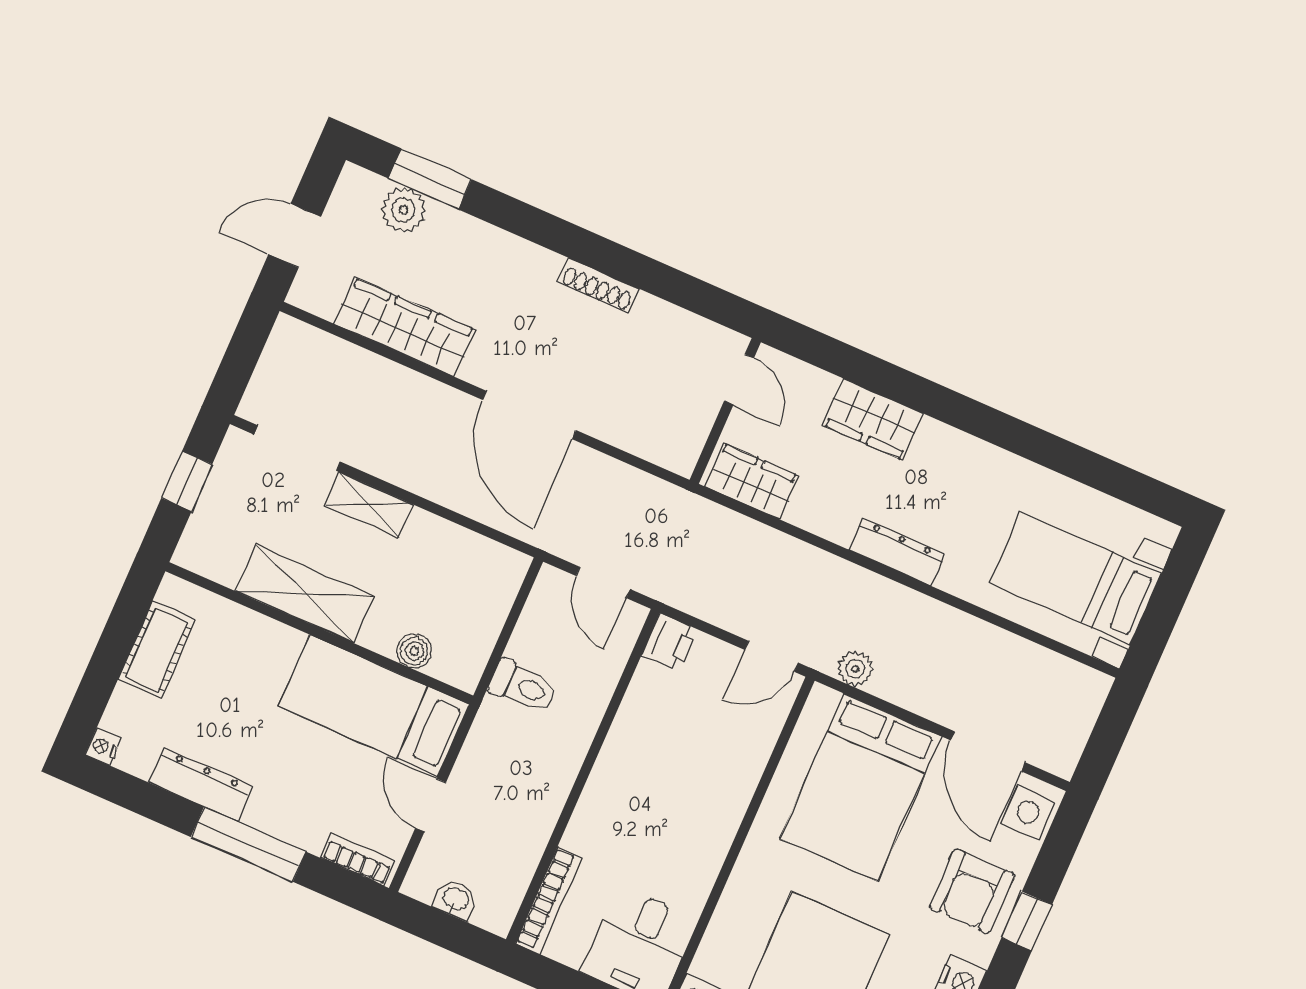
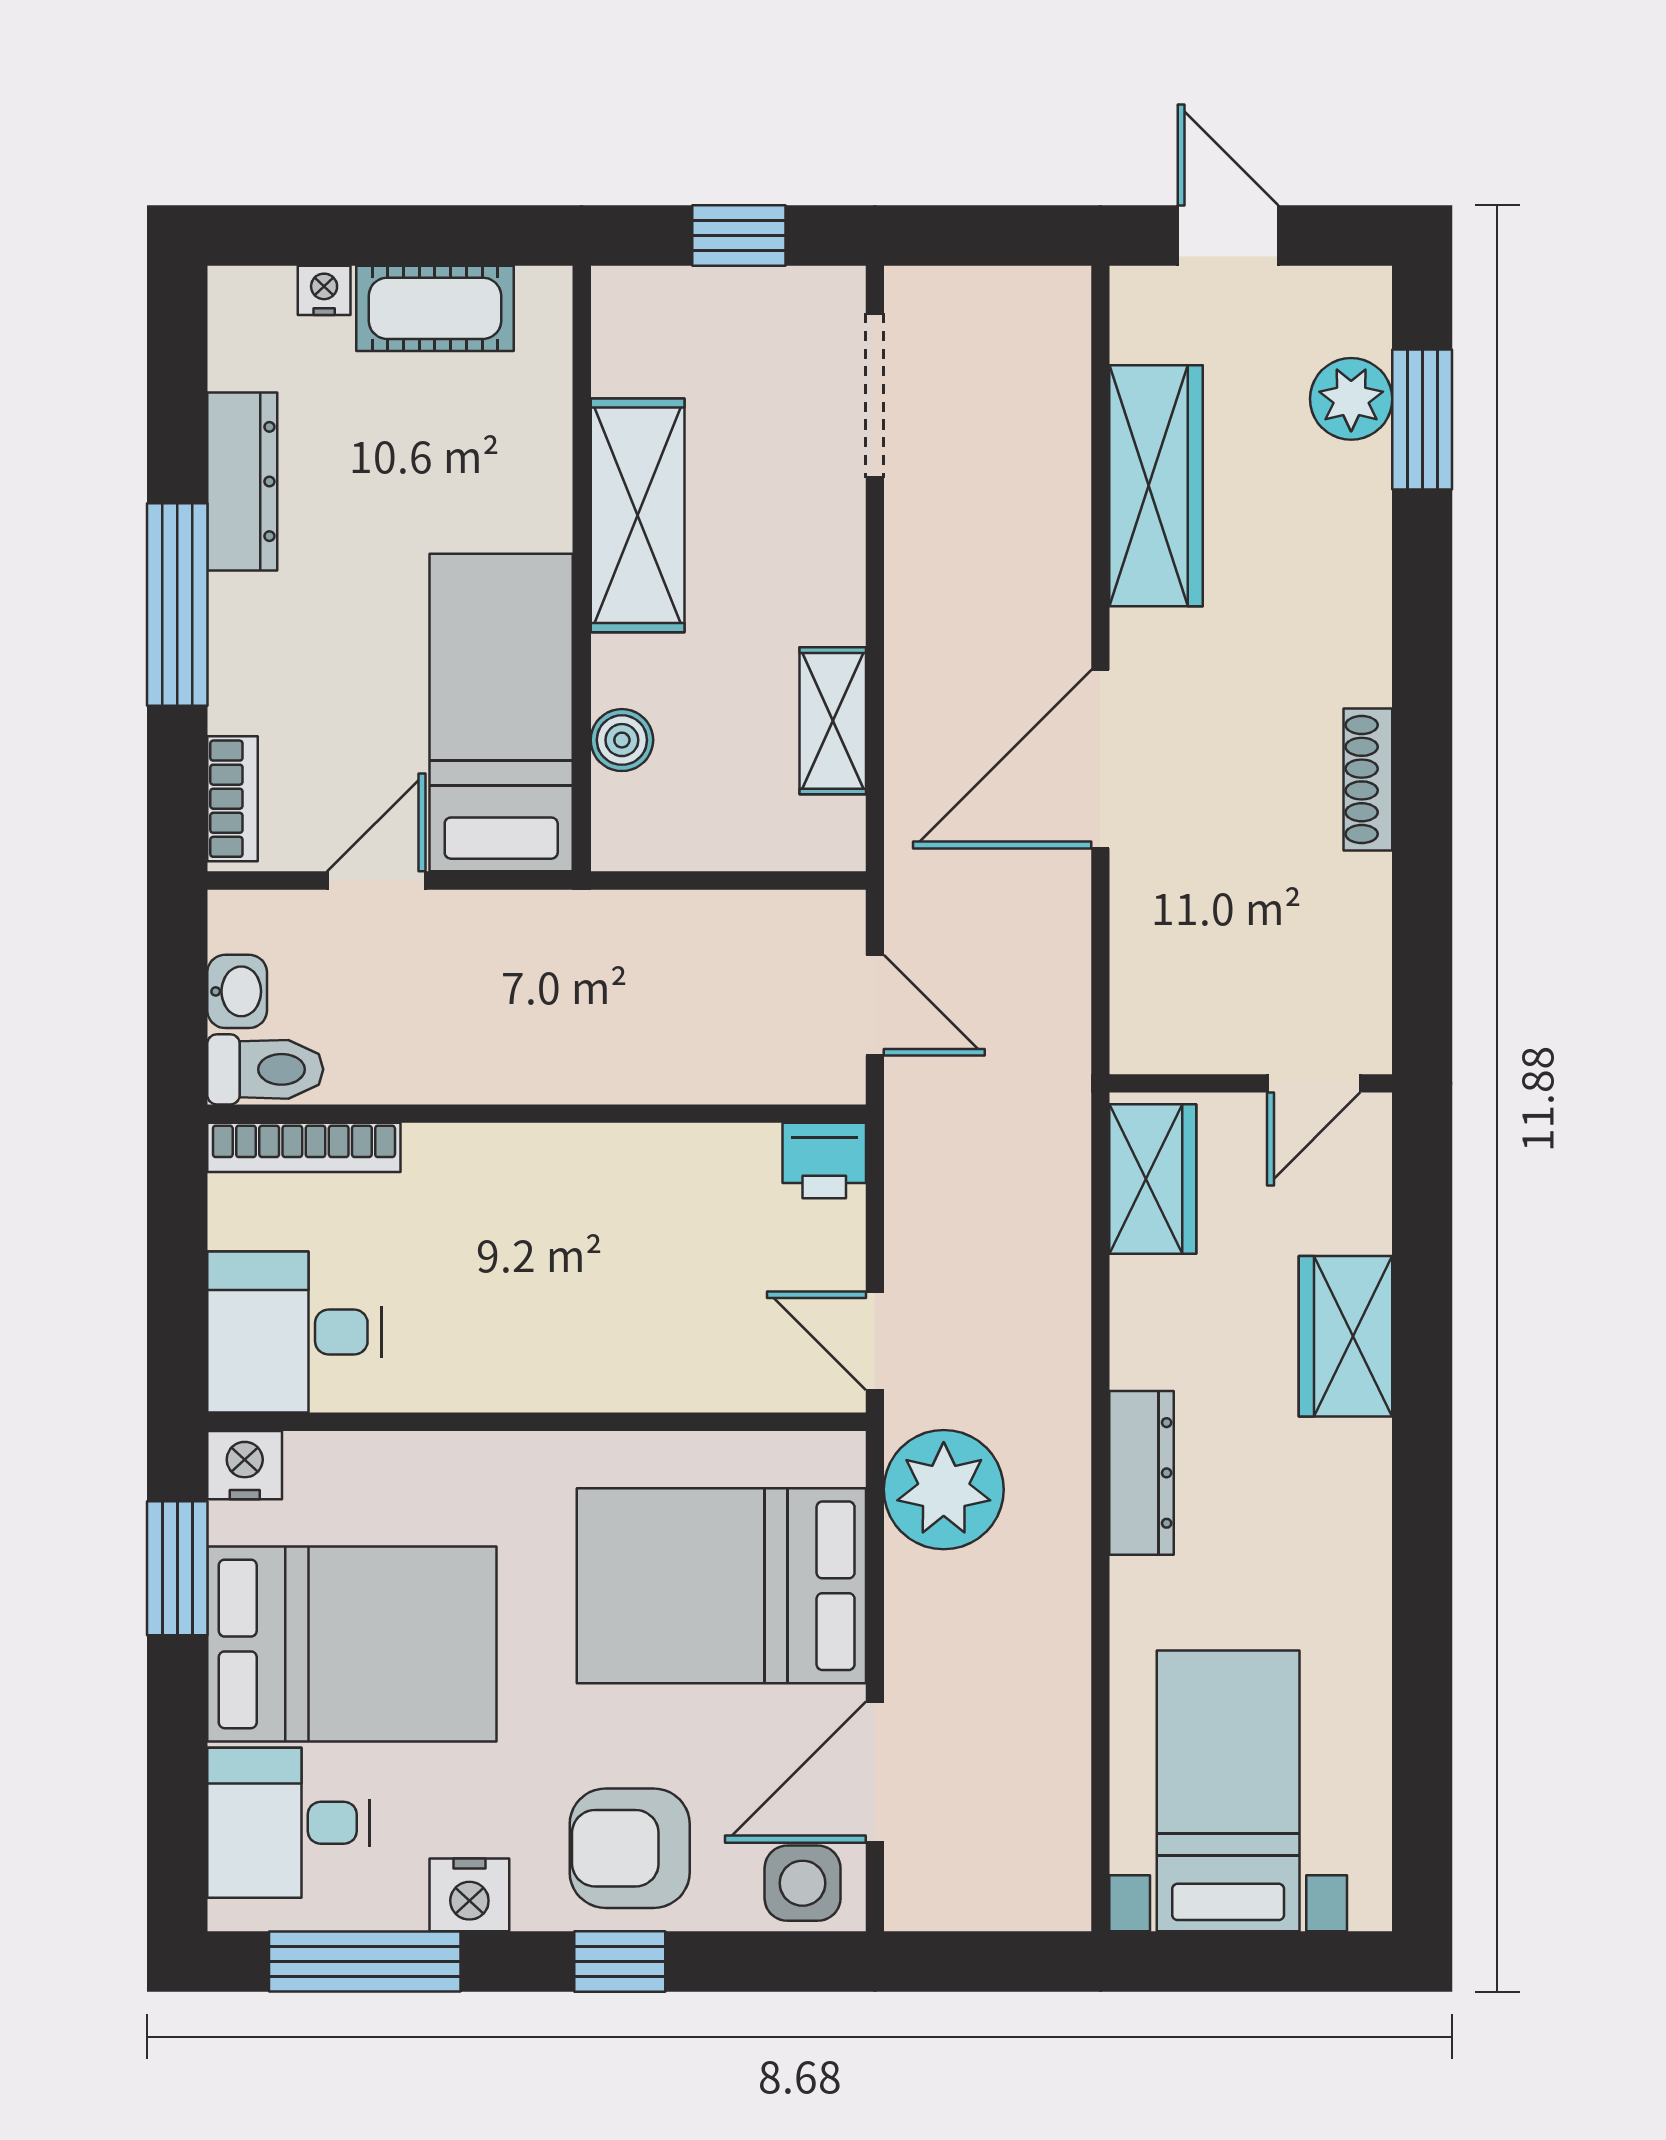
shelving: (369, 505) -> (833, 721), moved
door: (603, 582) -> (875, 1005), swing flipped
plant: (855, 669) -> (944, 1490), width x1.87, depth x1.87
toilet: (523, 687) -> (265, 1069), moved, turned -90
nightstand: (103, 747) -> (324, 290), moved

